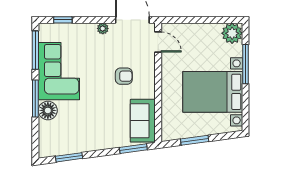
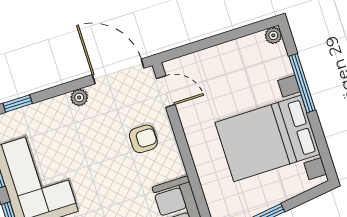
plant: (232, 33) -> (273, 35), width x0.53, depth x0.53
armchair: (124, 76) -> (143, 139), moved

